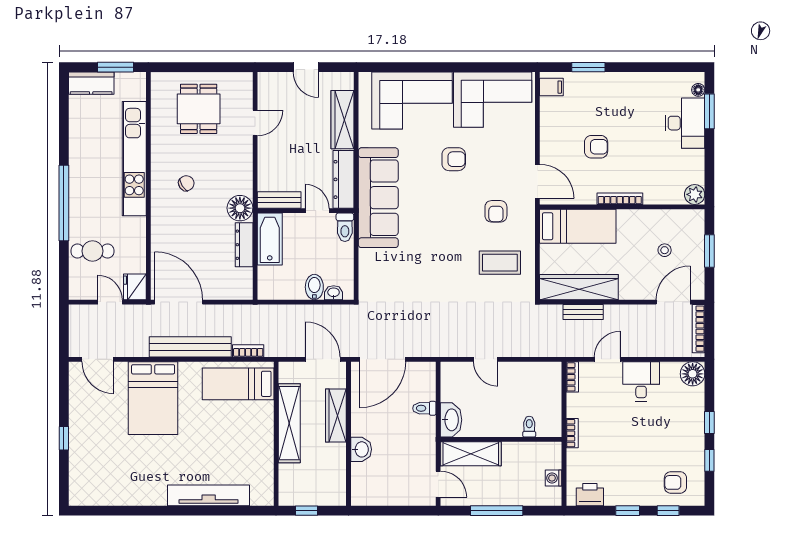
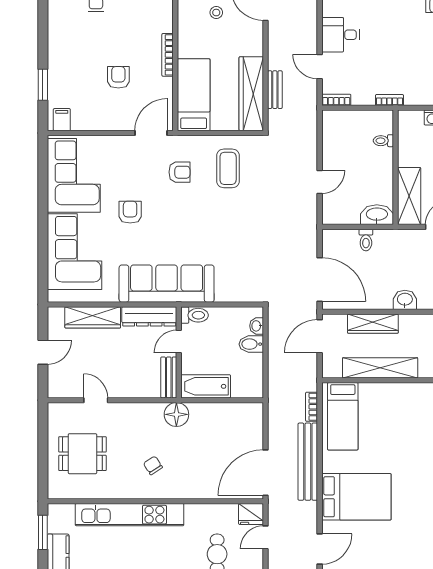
dresser: (244, 245) -> (211, 411), removed

